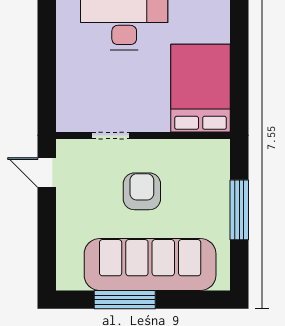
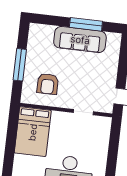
armchair: (142, 191) -> (48, 84), moved
sofa: (150, 264) -> (80, 40), width x0.74, depth x0.79

